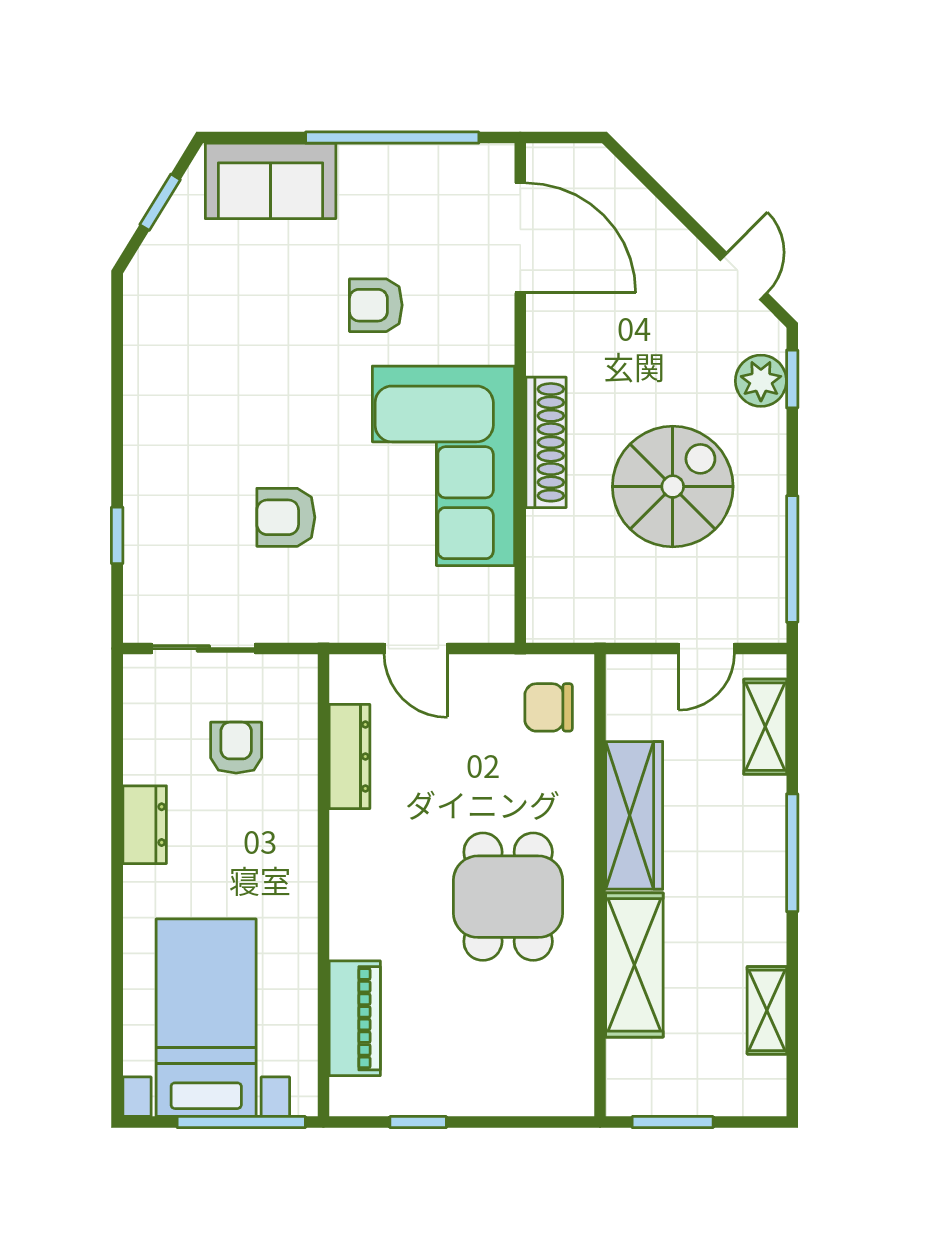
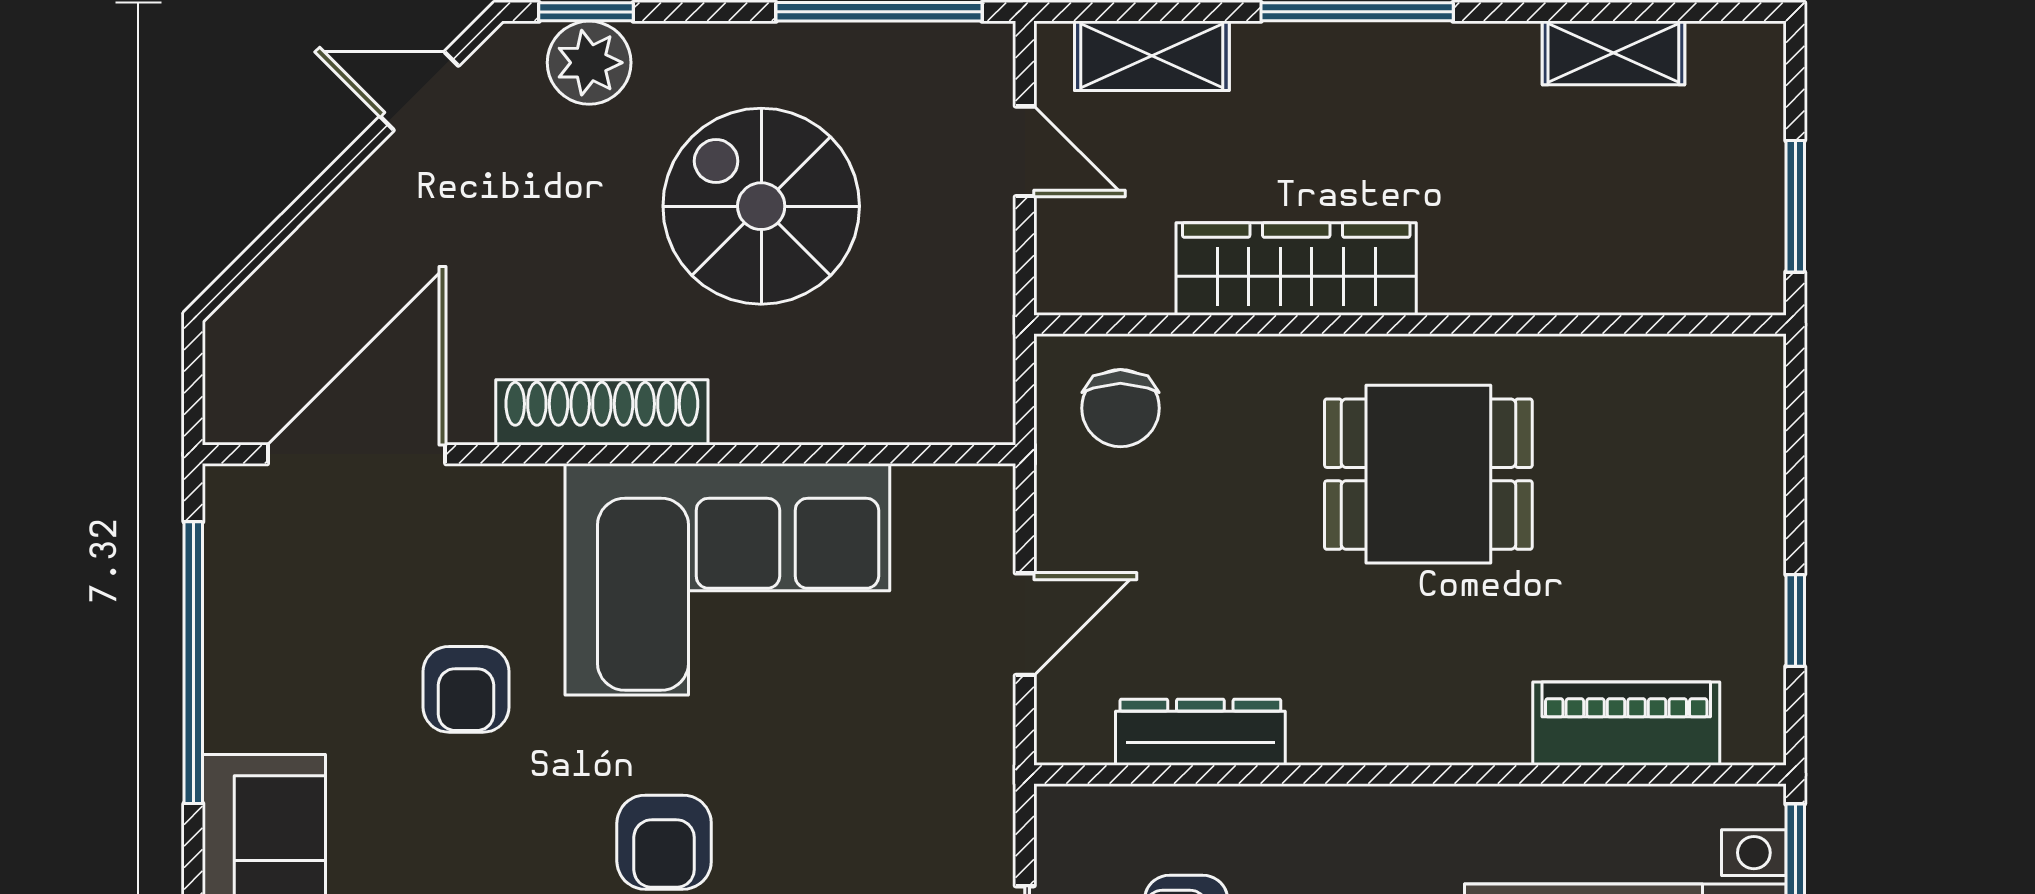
shoe rack: (546, 442) -> (602, 412), moved
armchair: (286, 517) -> (664, 842), moved
shelving: (634, 965) -> (1540, 269), removed

